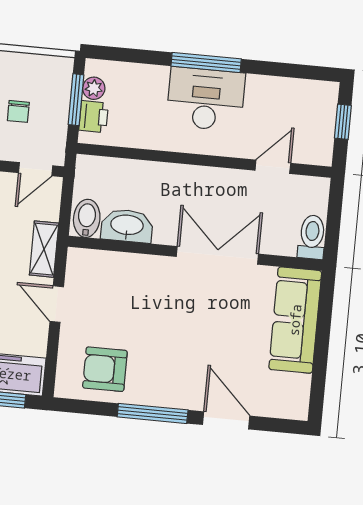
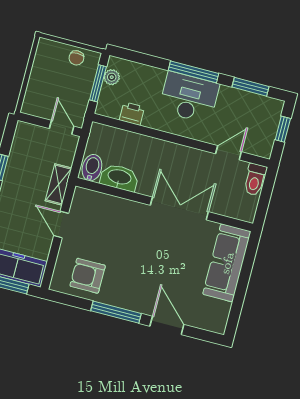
window: (289, 70) -> (251, 87), added
chair: (18, 111) -> (76, 58), moved
printer: (94, 117) -> (132, 114), moved, turned -90
door: (36, 169) -> (62, 127), swing flipped
toilet: (312, 237) -> (255, 180), moved, turned 180

